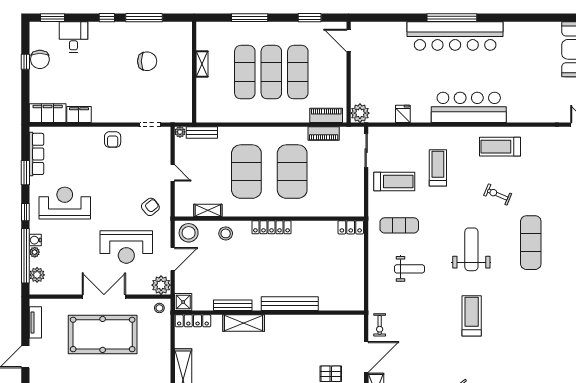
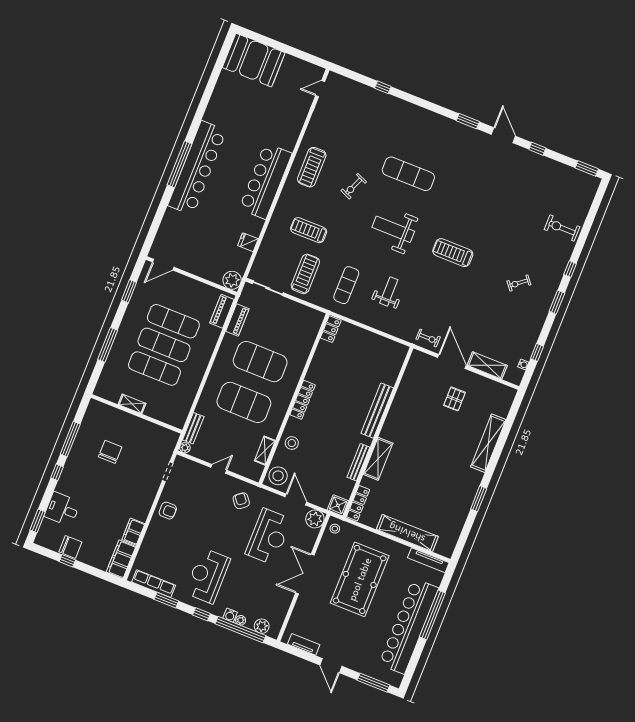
pool table: (103, 334) -> (360, 579), moved

